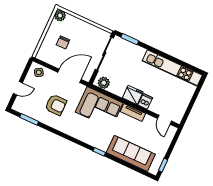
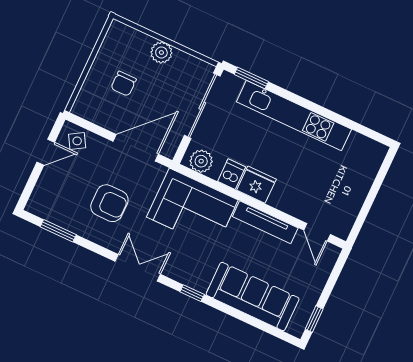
plant: (60, 16) -> (161, 52), moved
kitchen unit: (172, 68) -> (294, 116), moved
door: (18, 88) -> (46, 152), moved
dishwasher: (145, 101) -> (232, 174), moved
tv unit: (133, 112) -> (265, 222), width x1.41
double door: (71, 139) -> (138, 268), added

